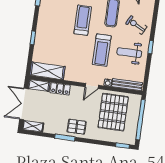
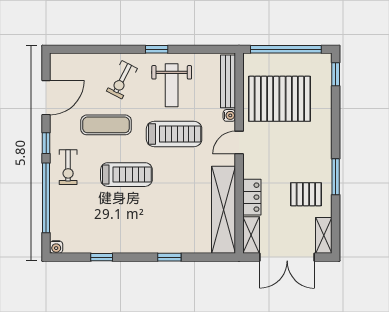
treadmill: (83, 20) -> (126, 175), turned 180
shelving: (47, 71) -> (223, 210), width x1.47
door: (92, 86) -> (239, 143), swing flipped
pallet: (77, 127) -> (306, 194), moved, turned 90

